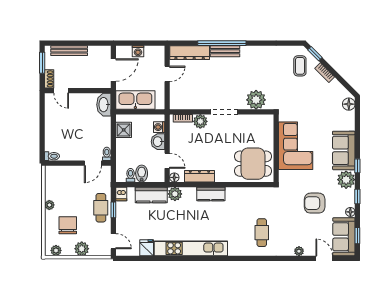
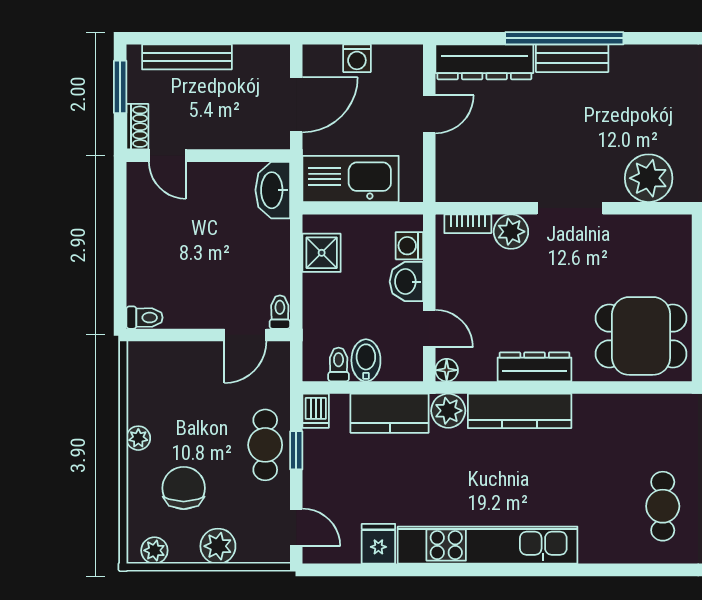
dresser: (199, 176) -> (535, 367), moved
kitchen counter: (211, 194) -> (520, 411), width x1.50

